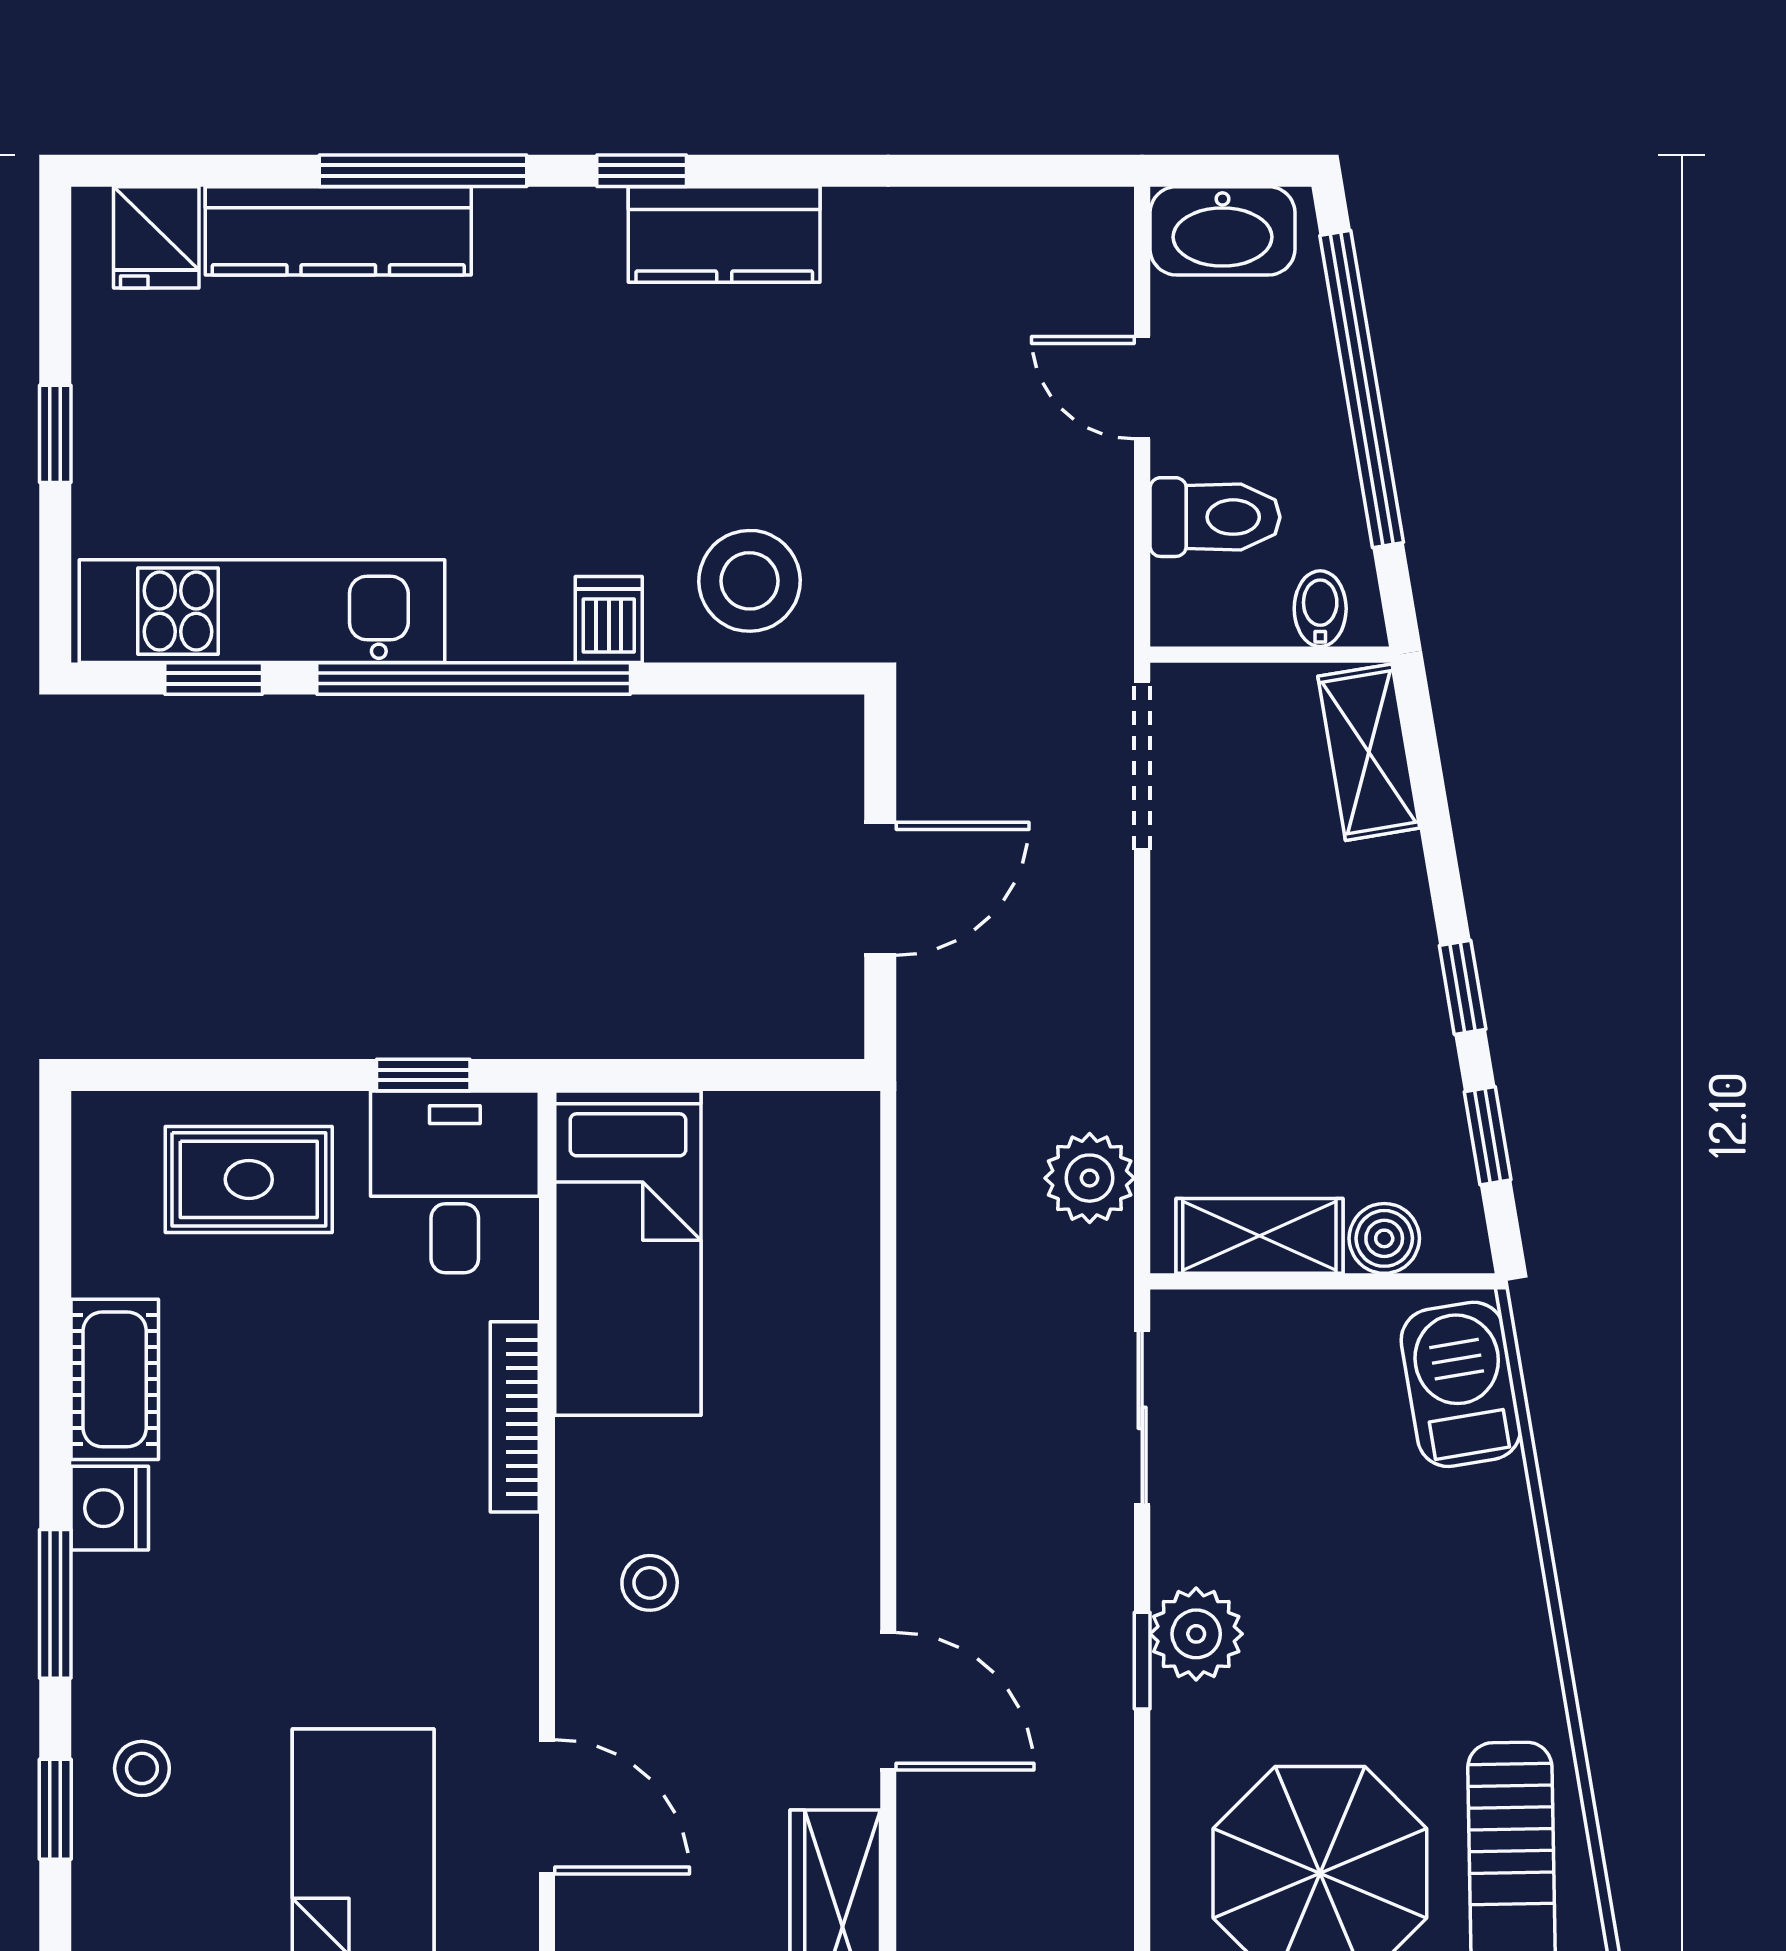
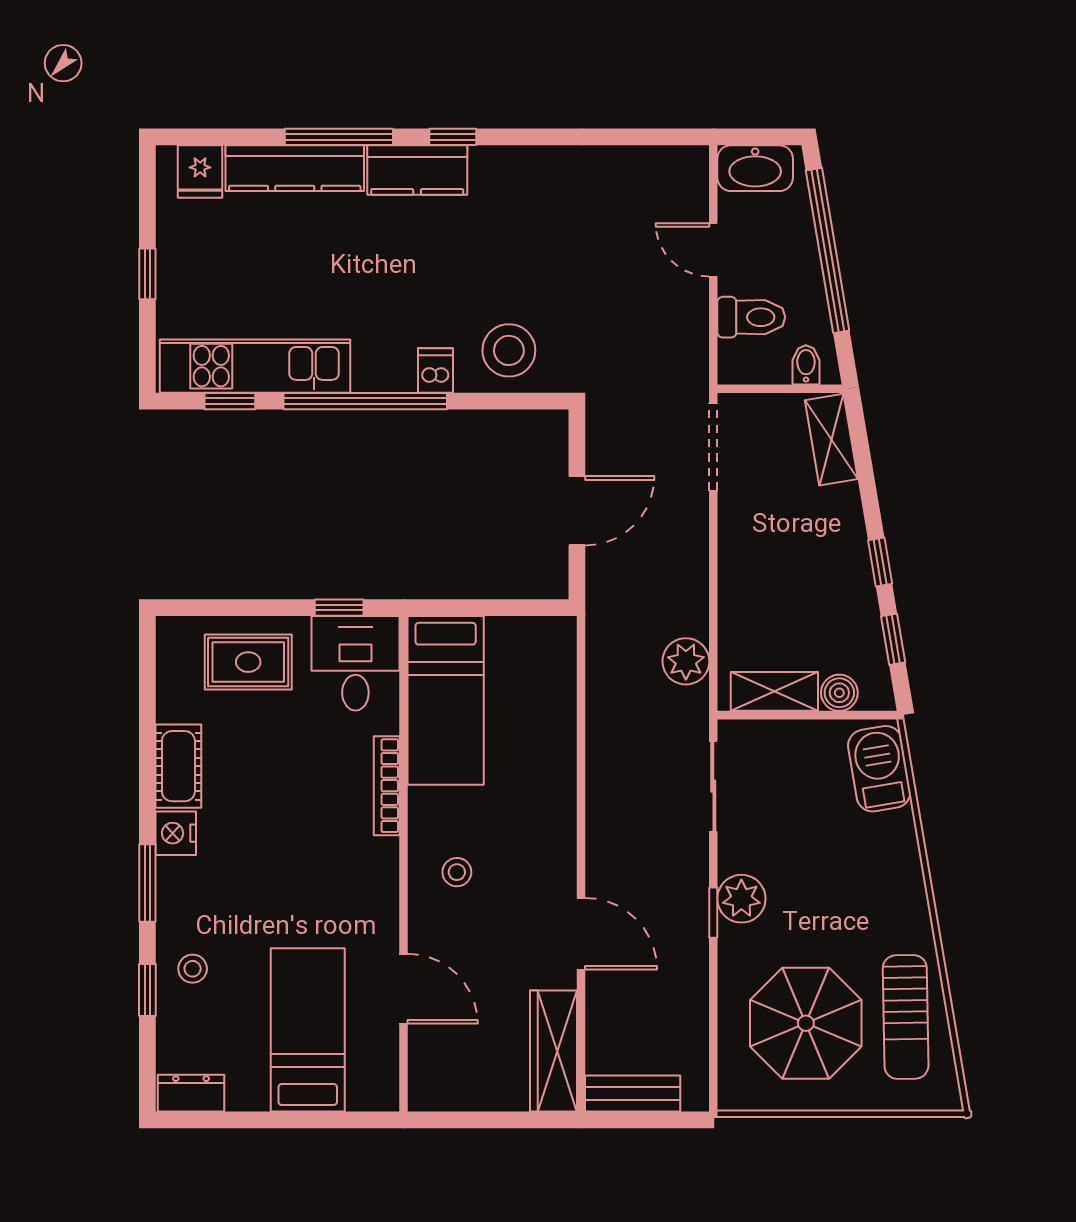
kitchen counter: (724, 234) -> (417, 170), moved

